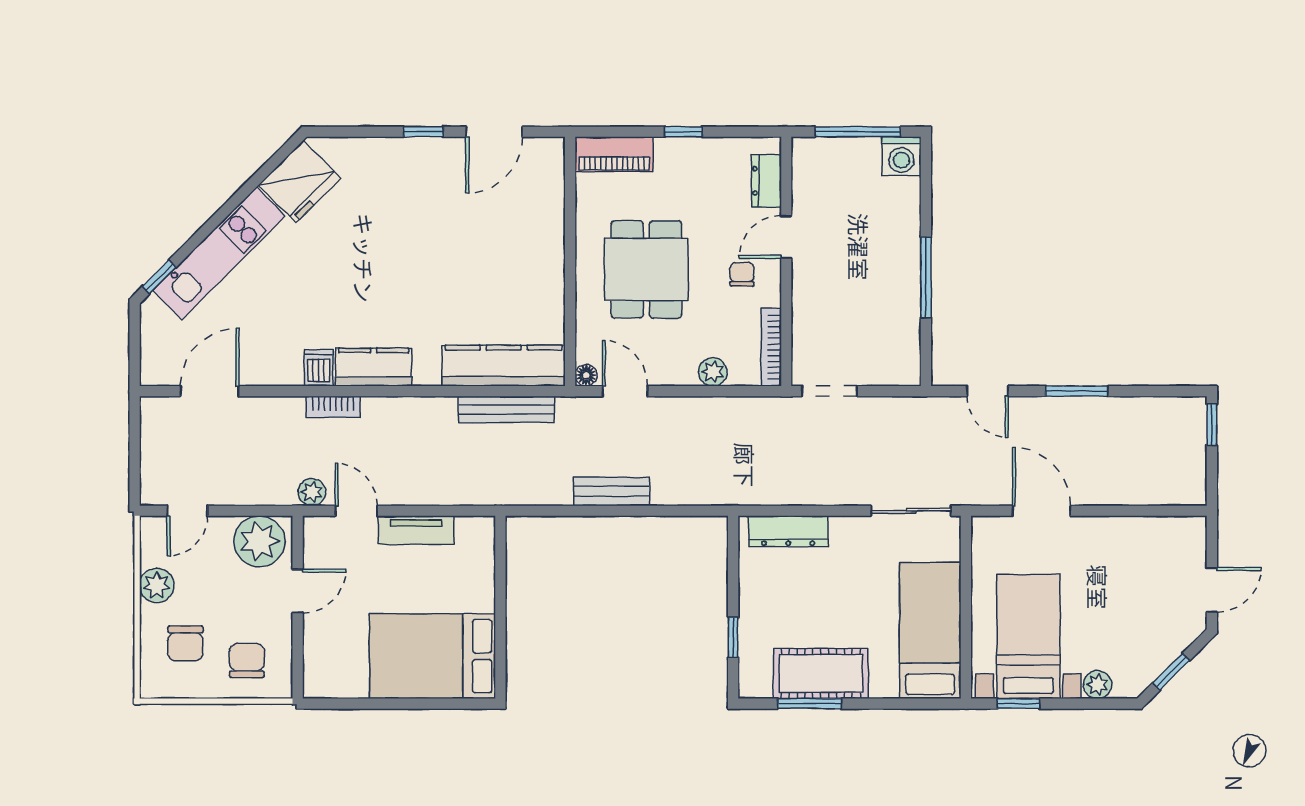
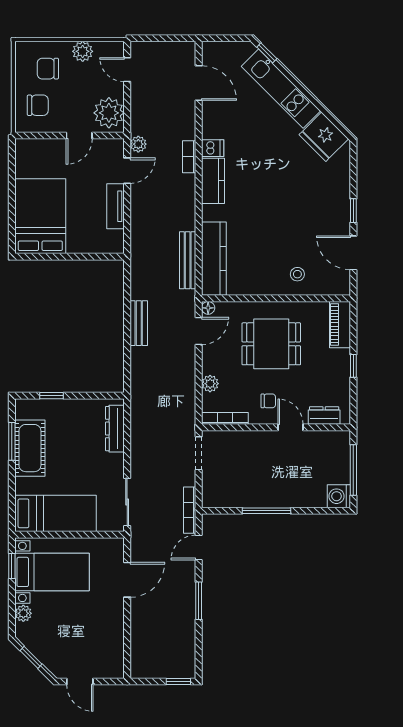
stool: (530, 226) -> (297, 274), added
bookcase: (925, 406) -> (190, 510), added
door: (298, 591) -> (79, 136), hinge flipped

